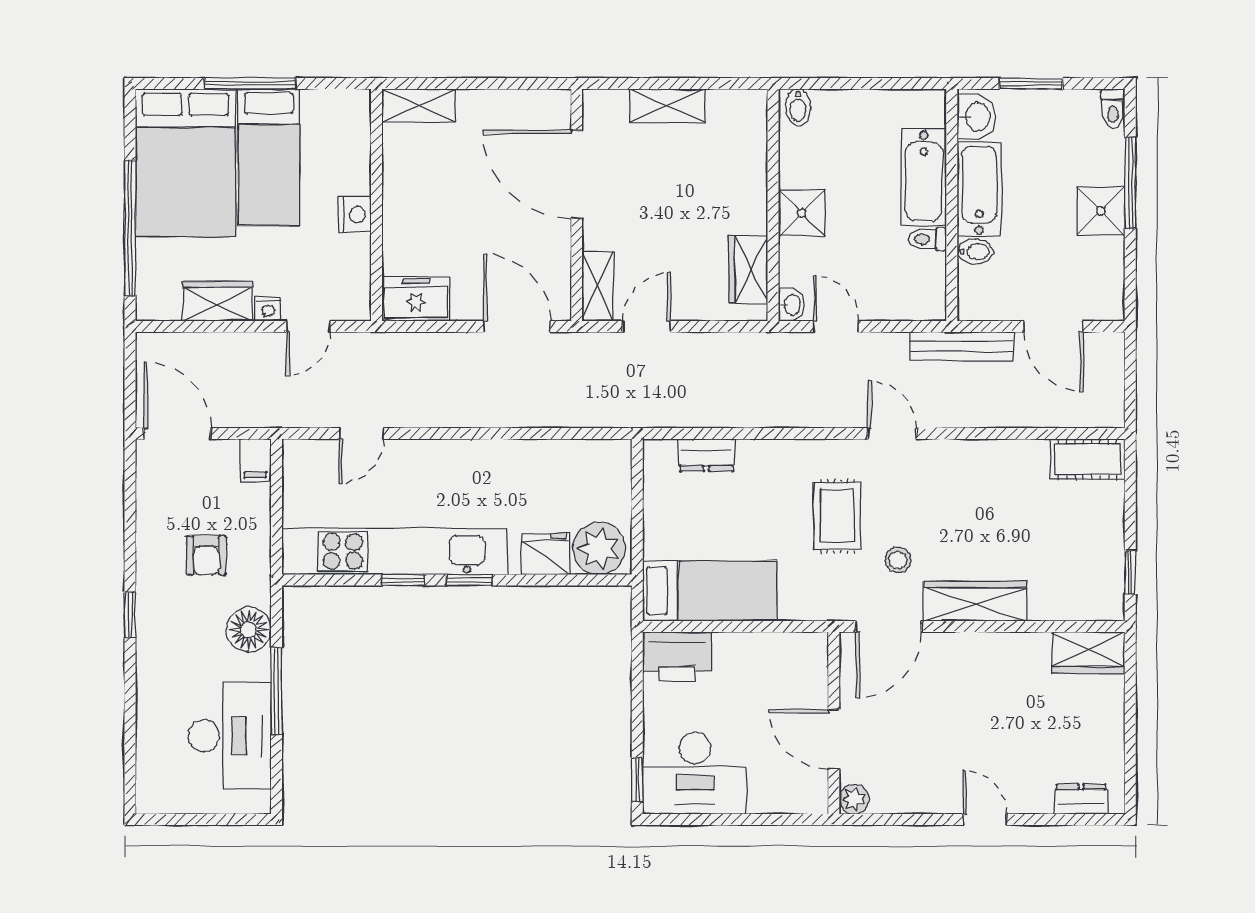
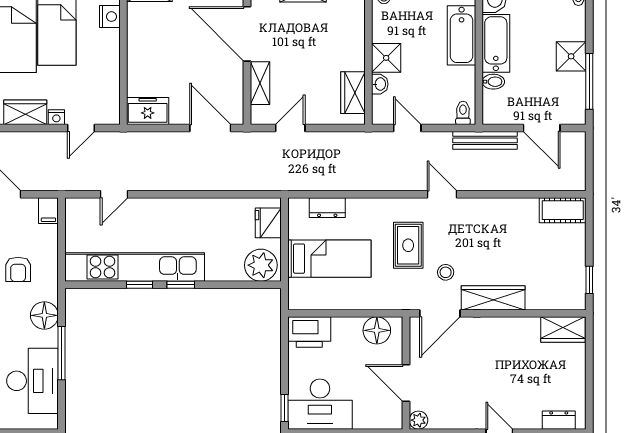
window: (1130, 183) -> (589, 81), moved
nightstand: (355, 214) -> (110, 17), moved
toilet: (927, 239) -> (463, 113), moved, turned 90
shelving: (598, 286) -> (260, 83), moved
washbasin: (792, 305) -> (380, 84), moved
fridge: (546, 554) -> (268, 223), moved, turned -90
bed: (710, 591) -> (329, 259), moved
floor lamp: (787, 654) -> (377, 330), added

